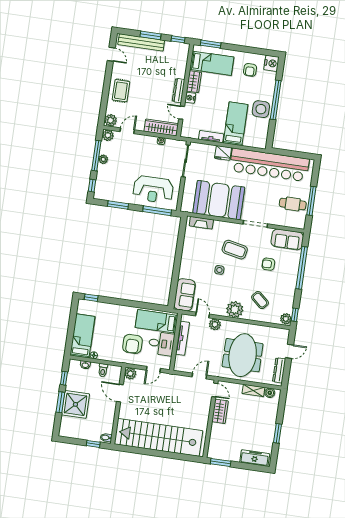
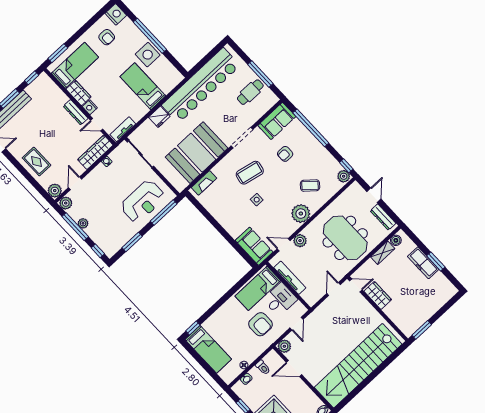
tv unit: (211, 137) -> (123, 129), moved
bed: (82, 336) -> (208, 349), moved, turned 180
freezer: (255, 458) -> (423, 263), moved, turned -90

